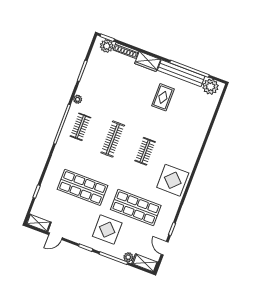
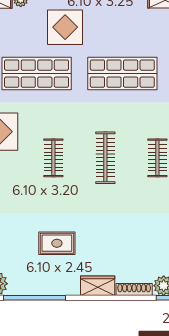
bench: (181, 73) -> (44, 287), removed
rug: (163, 97) -> (57, 243), turned 90

